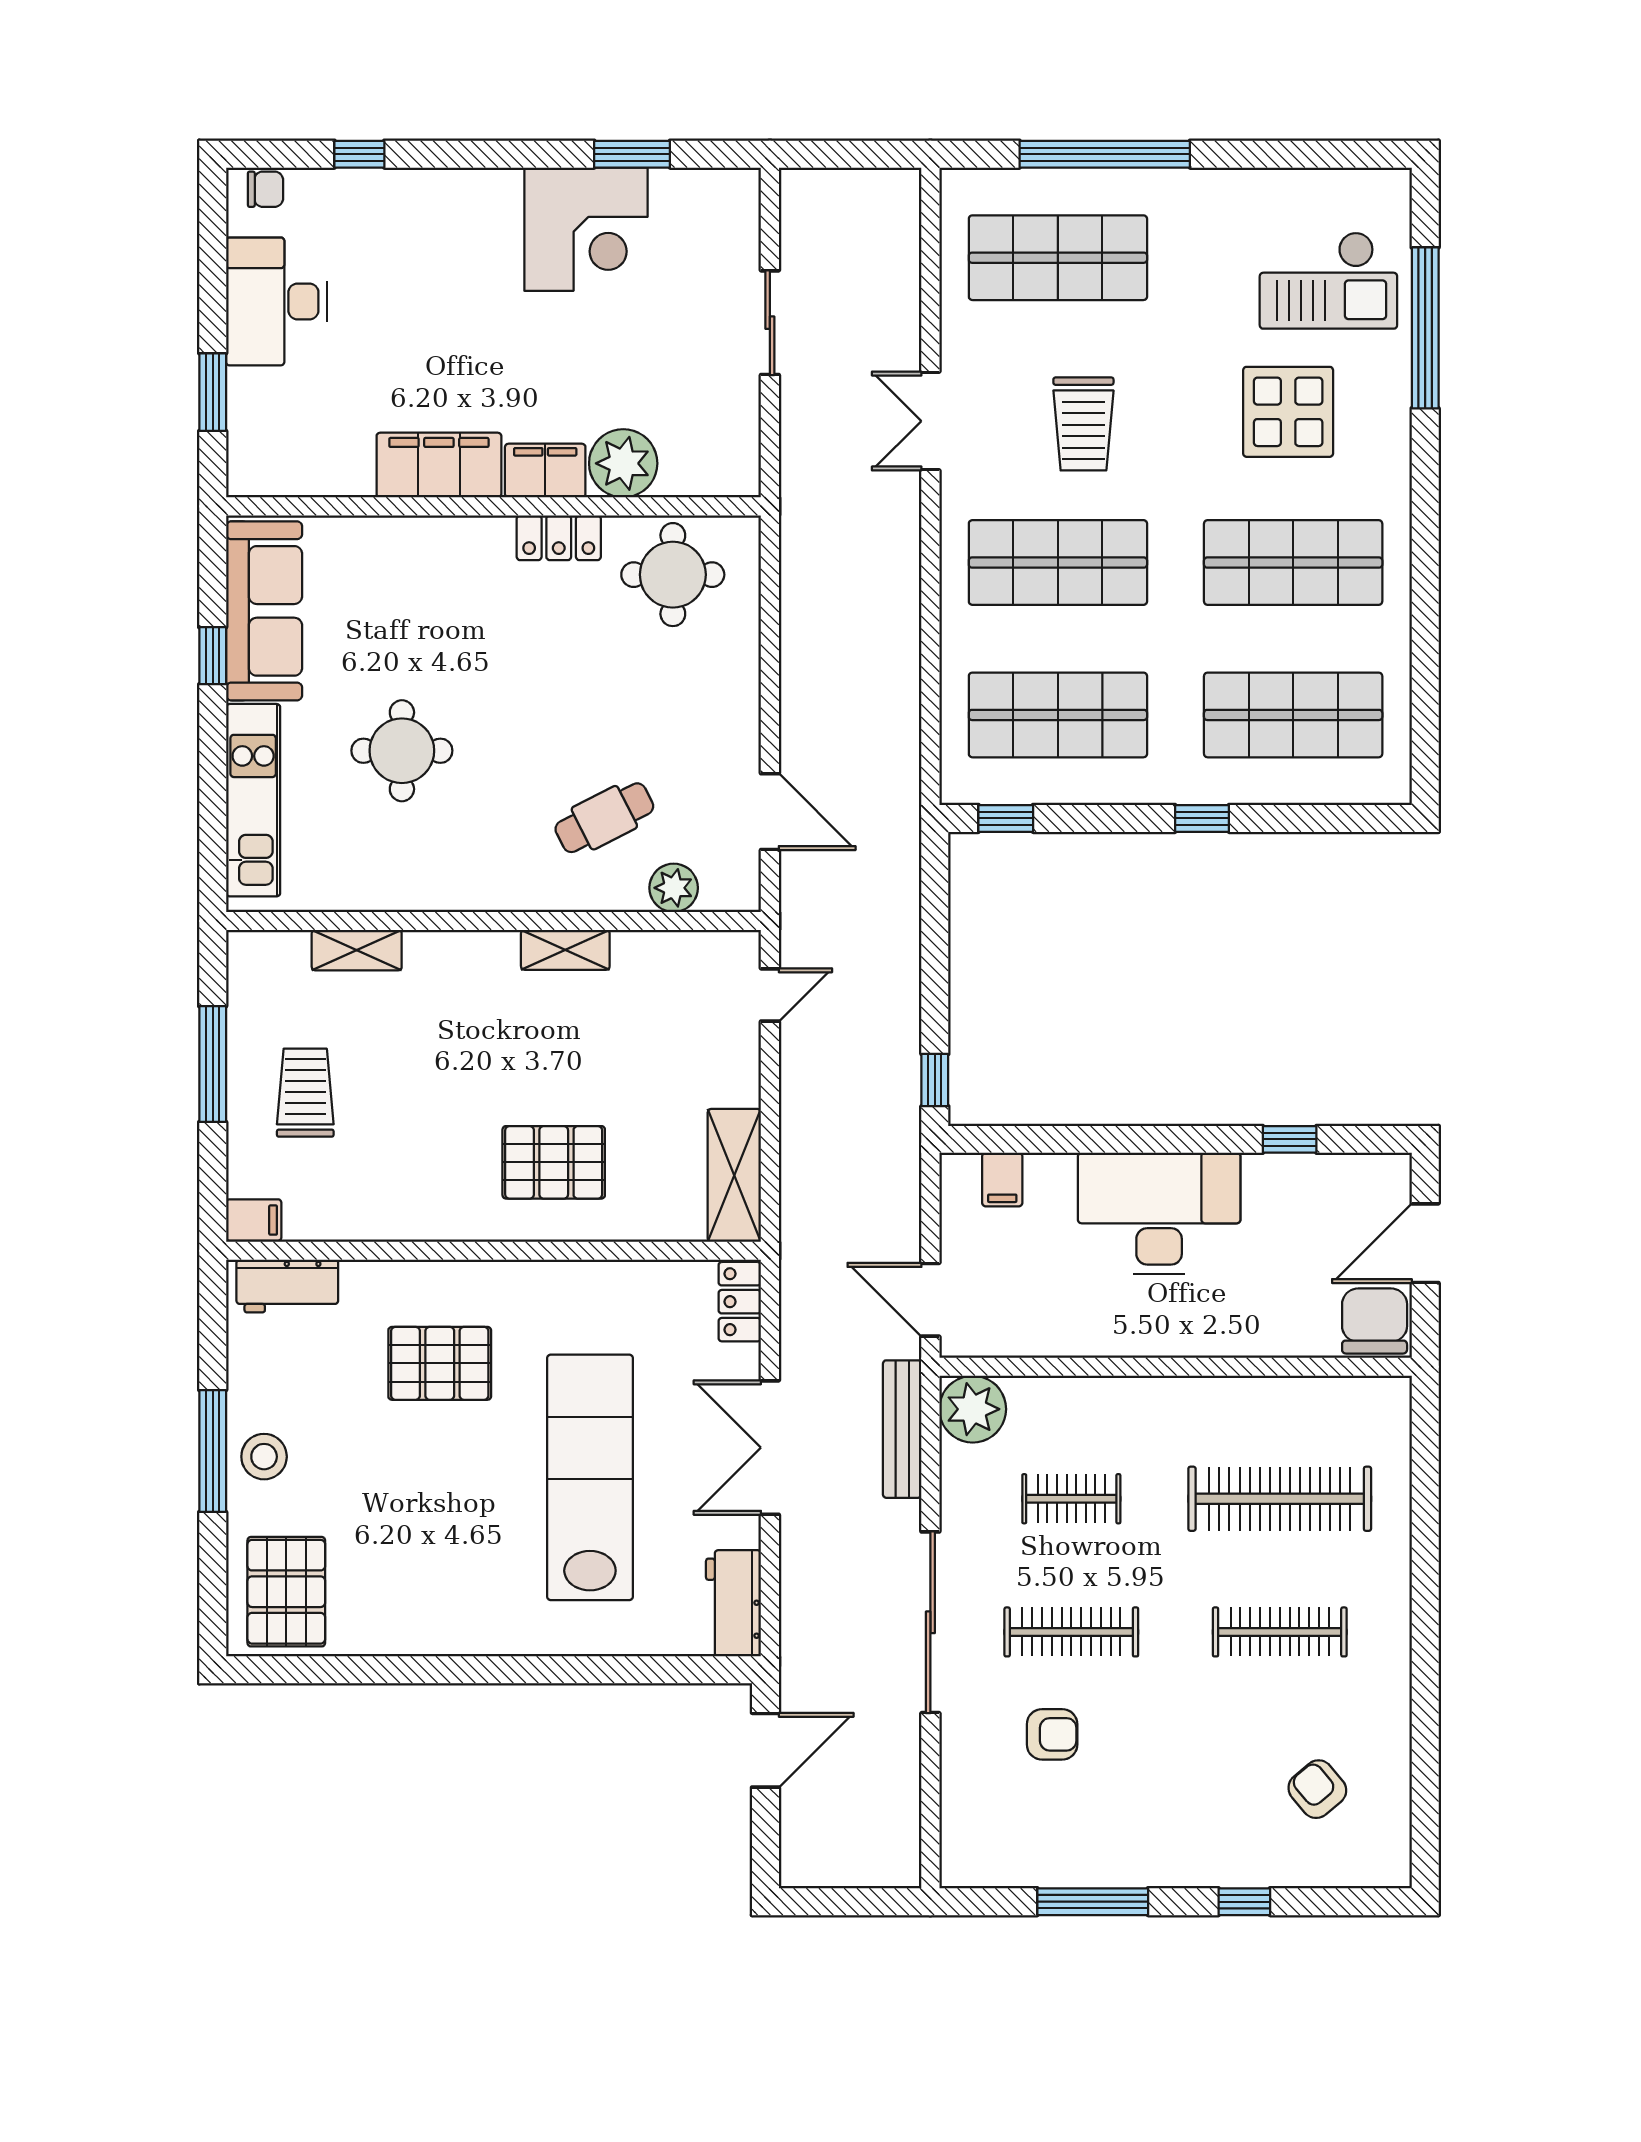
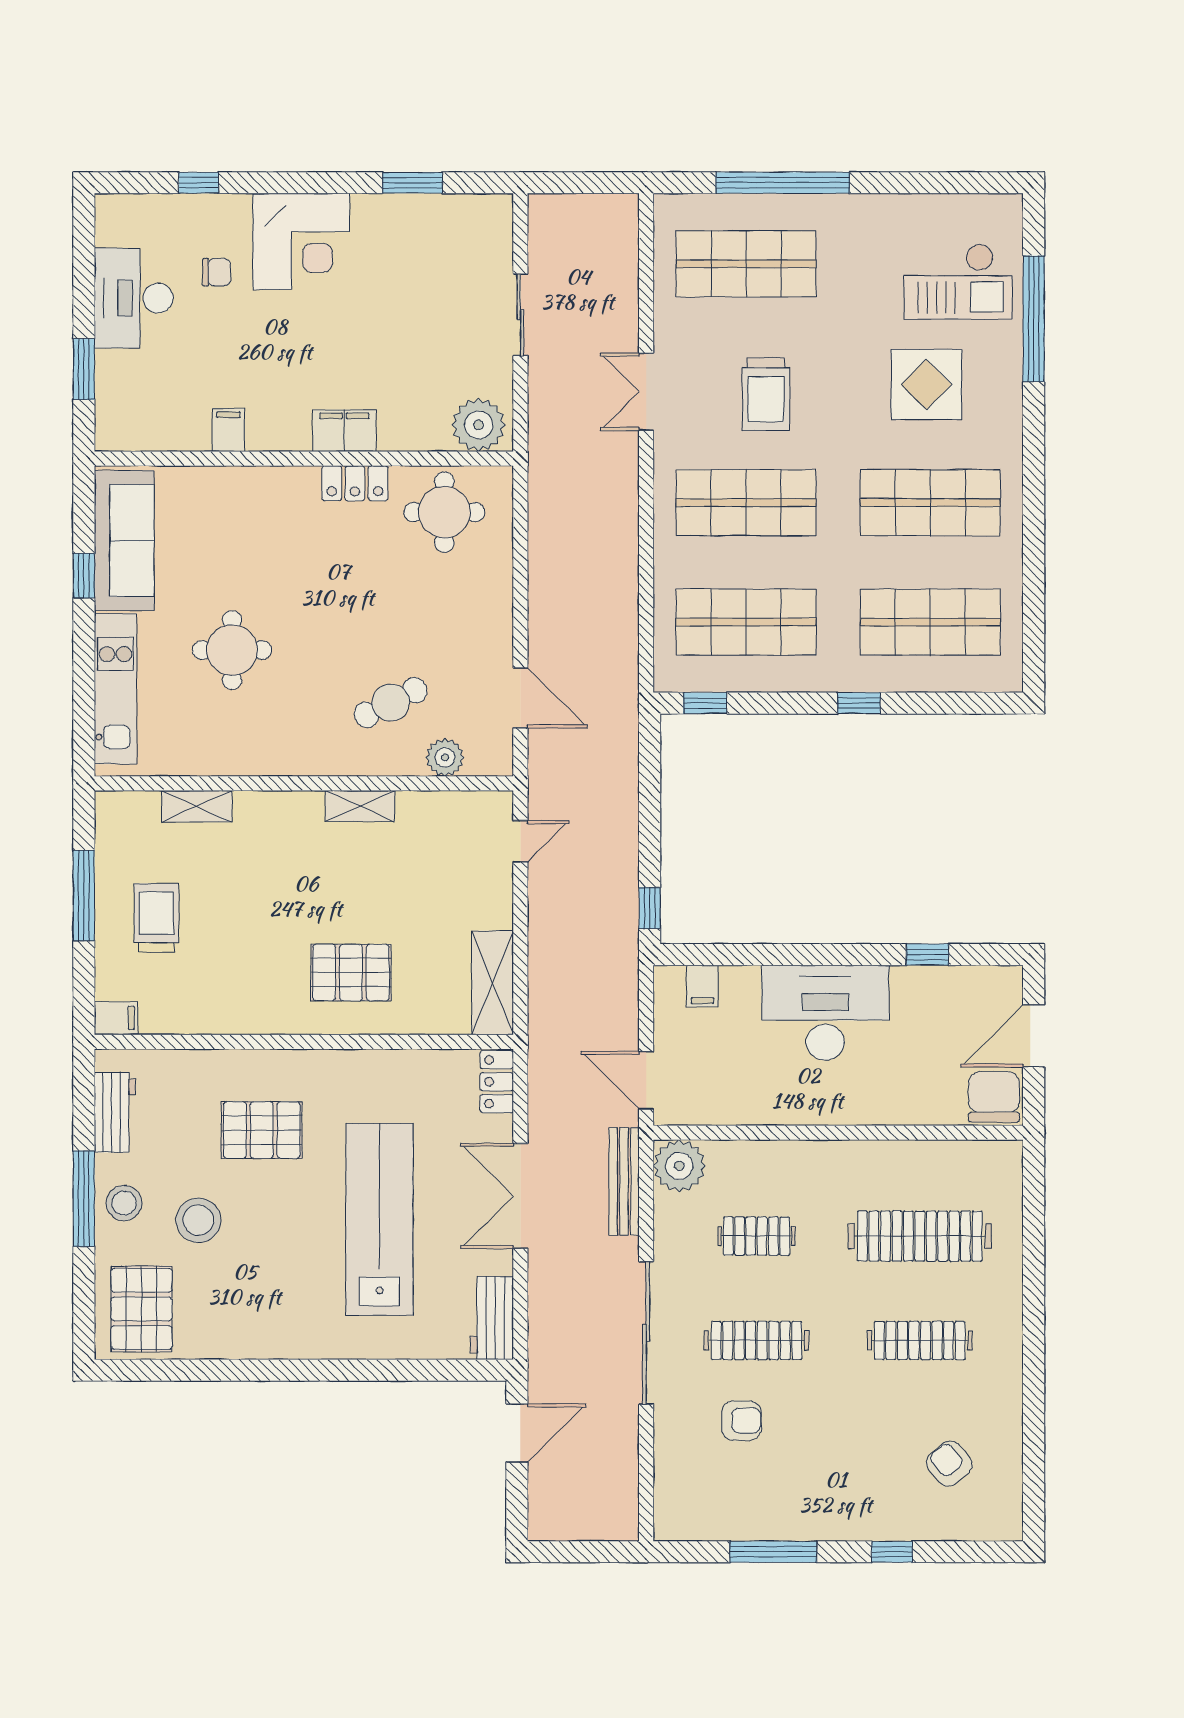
chair: (265, 189) -> (217, 272), moved
corner desk: (586, 229) -> (301, 242), moved
plant: (623, 463) -> (479, 425), moved
filing cabinet: (439, 465) -> (228, 430), width x0.33, depth x0.86
workbench: (287, 1286) -> (115, 1112), moved, turned -90
stool: (359, 1479) -> (198, 1220), added

